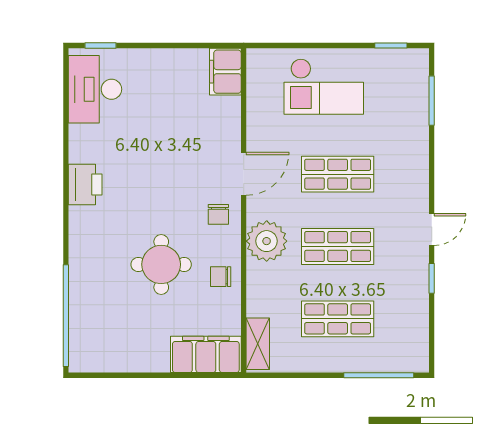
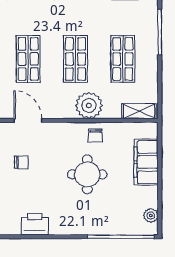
chair: (218, 214) -> (21, 162), moved
plant: (267, 241) -> (89, 105), moved
filing cabinet: (206, 354) -> (146, 162), moved
plant: (98, 362) -> (151, 215), added

